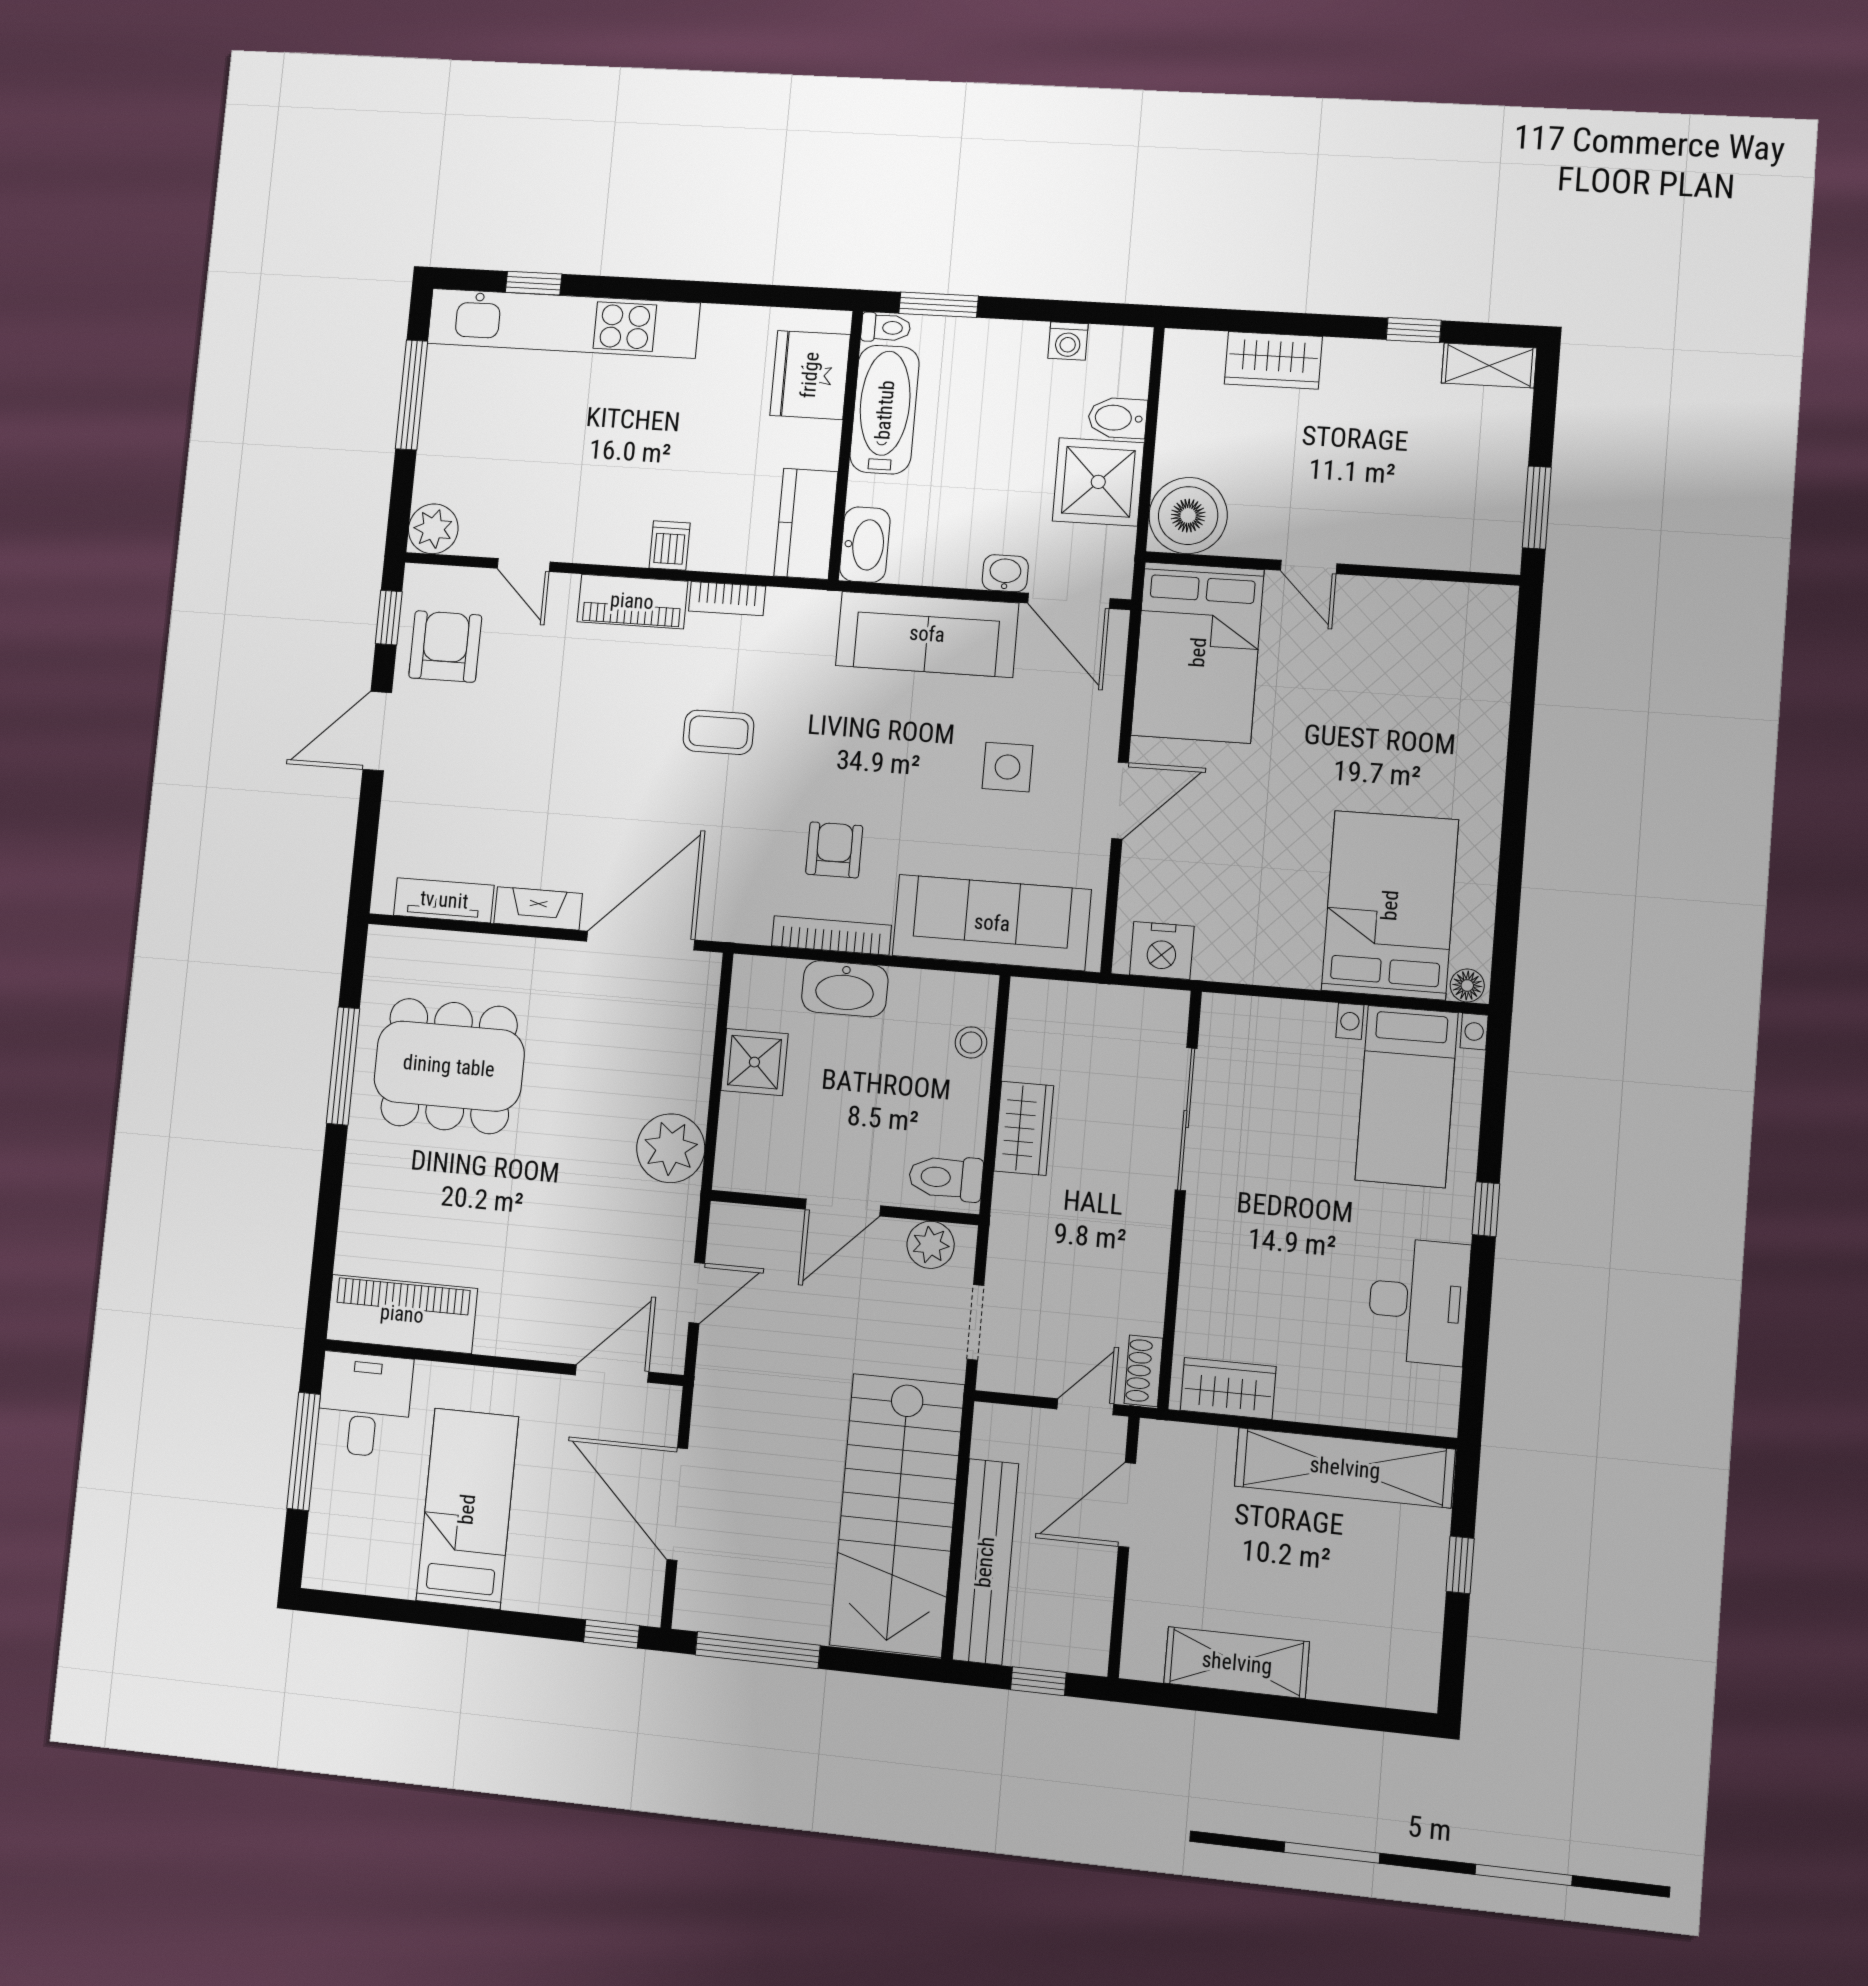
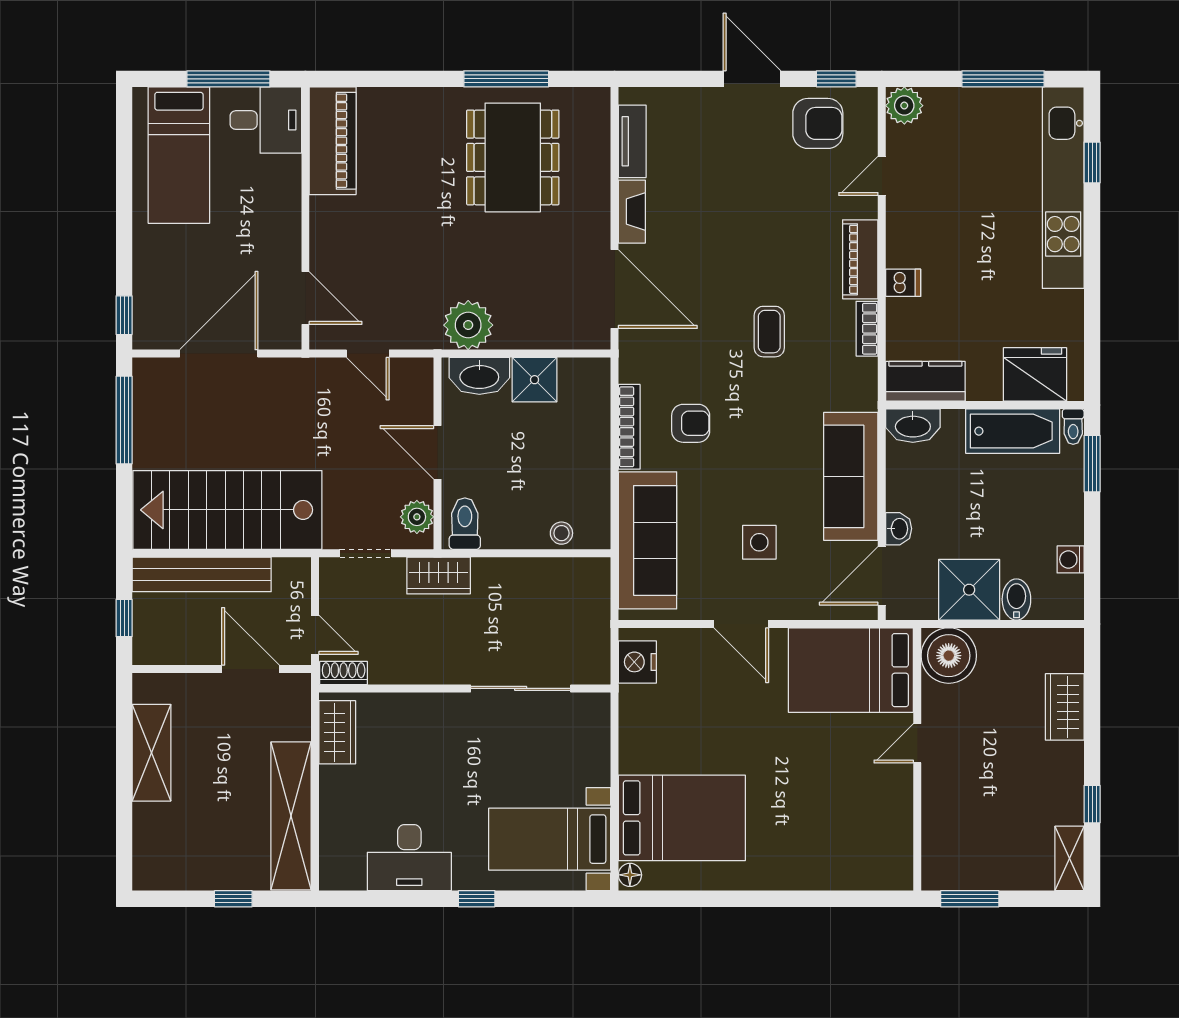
washbasin: (845, 989) -> (479, 376), moved, turned -90
wardrobe: (1024, 1128) -> (439, 575), moved
bed: (467, 1509) -> (179, 155), moved, turned 90

